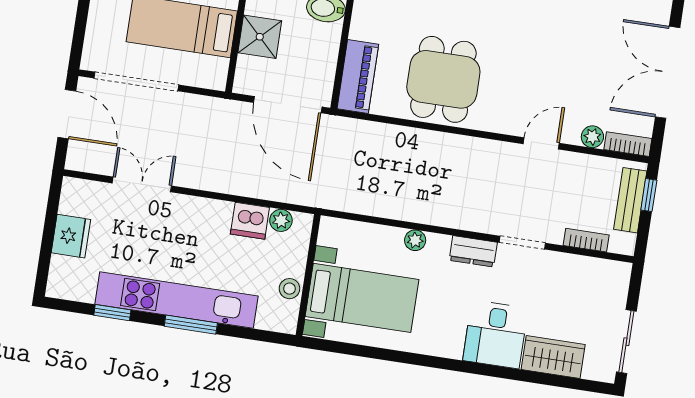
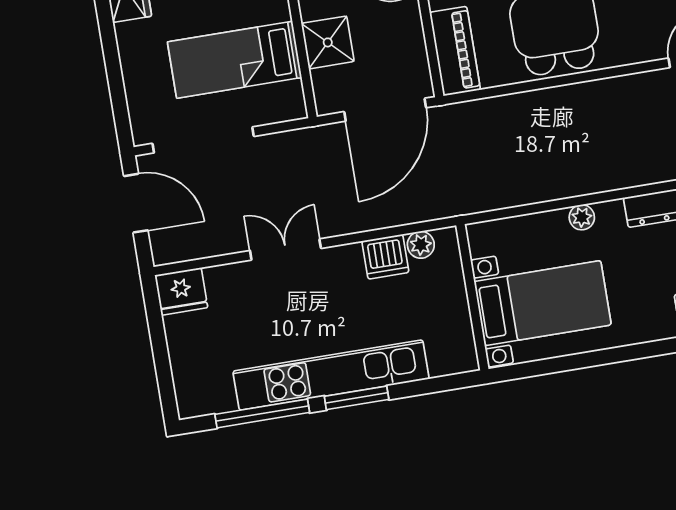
door: (288, 105) -> (385, 110), hinge flipped
double door: (142, 184) -> (285, 249), moved
fridge: (71, 236) -> (181, 291), moved, turned 90
stool: (289, 289) -> (456, 320), removed
window: (112, 313) -> (262, 413), width x2.17

